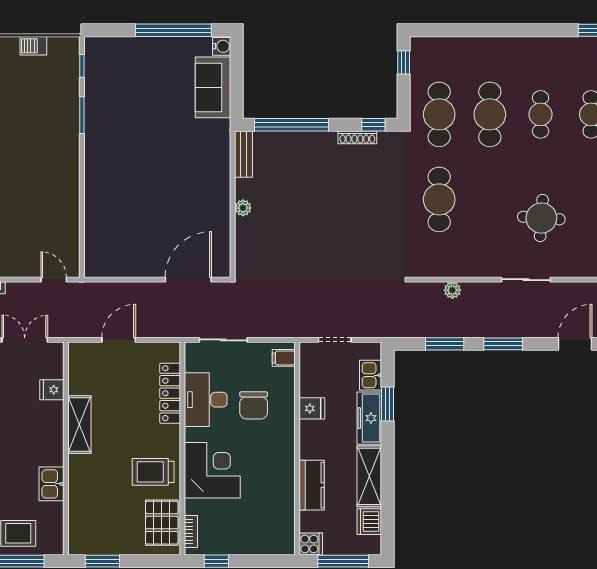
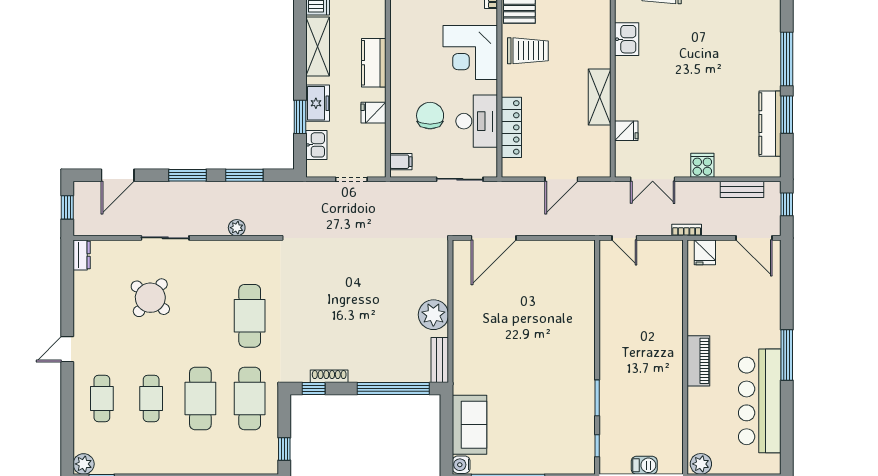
plant: (243, 208) -> (433, 315), width x1.87, depth x1.87
round table: (541, 218) -> (150, 298), turned 36
freezer: (369, 418) -> (318, 103), width x0.71
kitchen counter: (312, 485) -> (374, 63), moved

